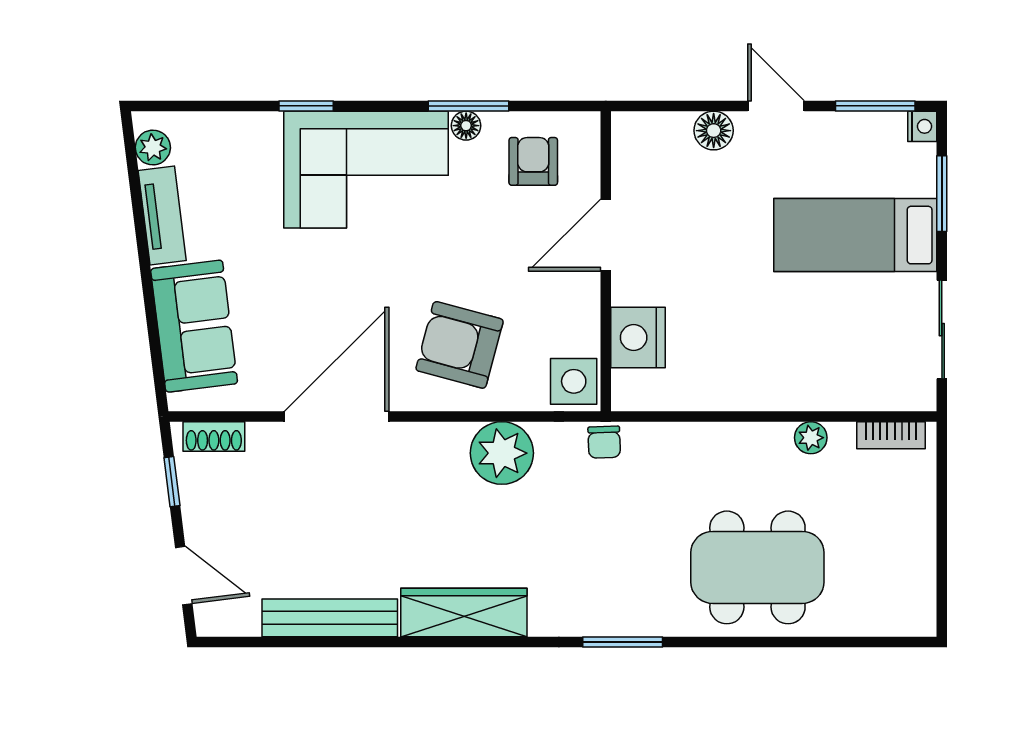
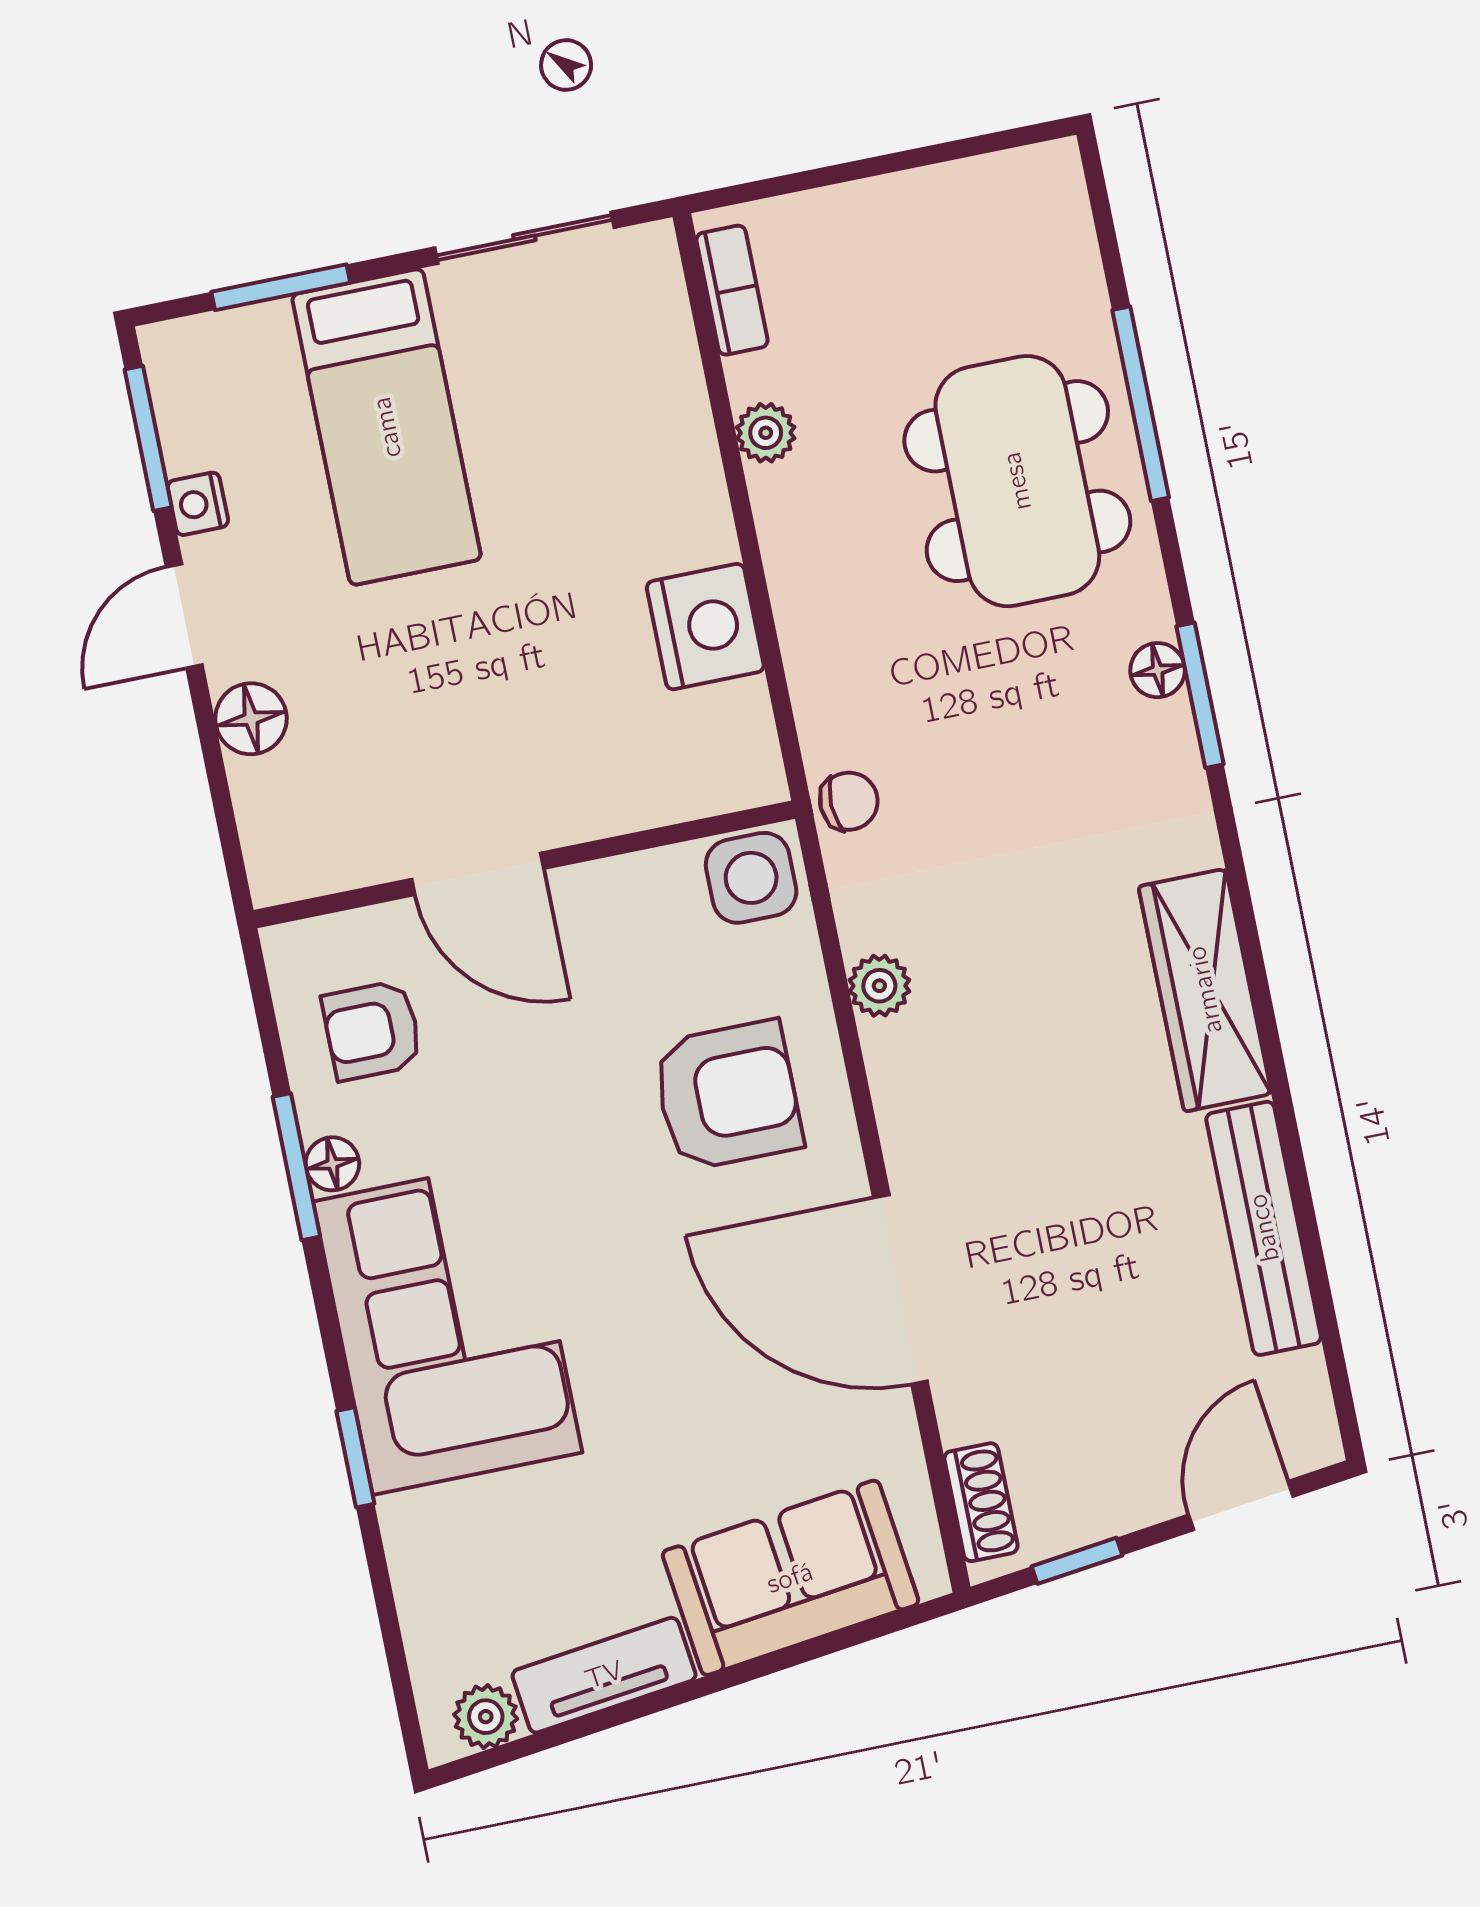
nightstand: (922, 126) -> (198, 504), moved, turned -90
nightstand: (638, 338) -> (705, 627), moved, turned -90
armchair: (460, 345) -> (727, 1096), turned -105
plant: (502, 453) -> (879, 986), width x0.53, depth x0.53
floor lamp: (641, 622) -> (1158, 670), added
window: (785, 642) -> (1141, 404), added

